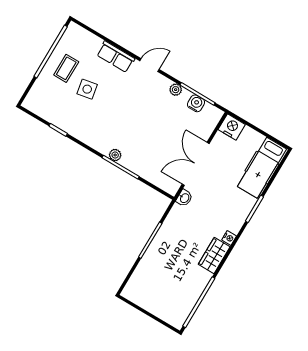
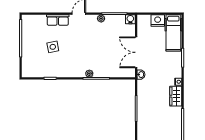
coffee table: (66, 68) -> (35, 42), removed
water cooler: (196, 103) -> (130, 19), moved
nightstand: (232, 127) -> (158, 21), moved

